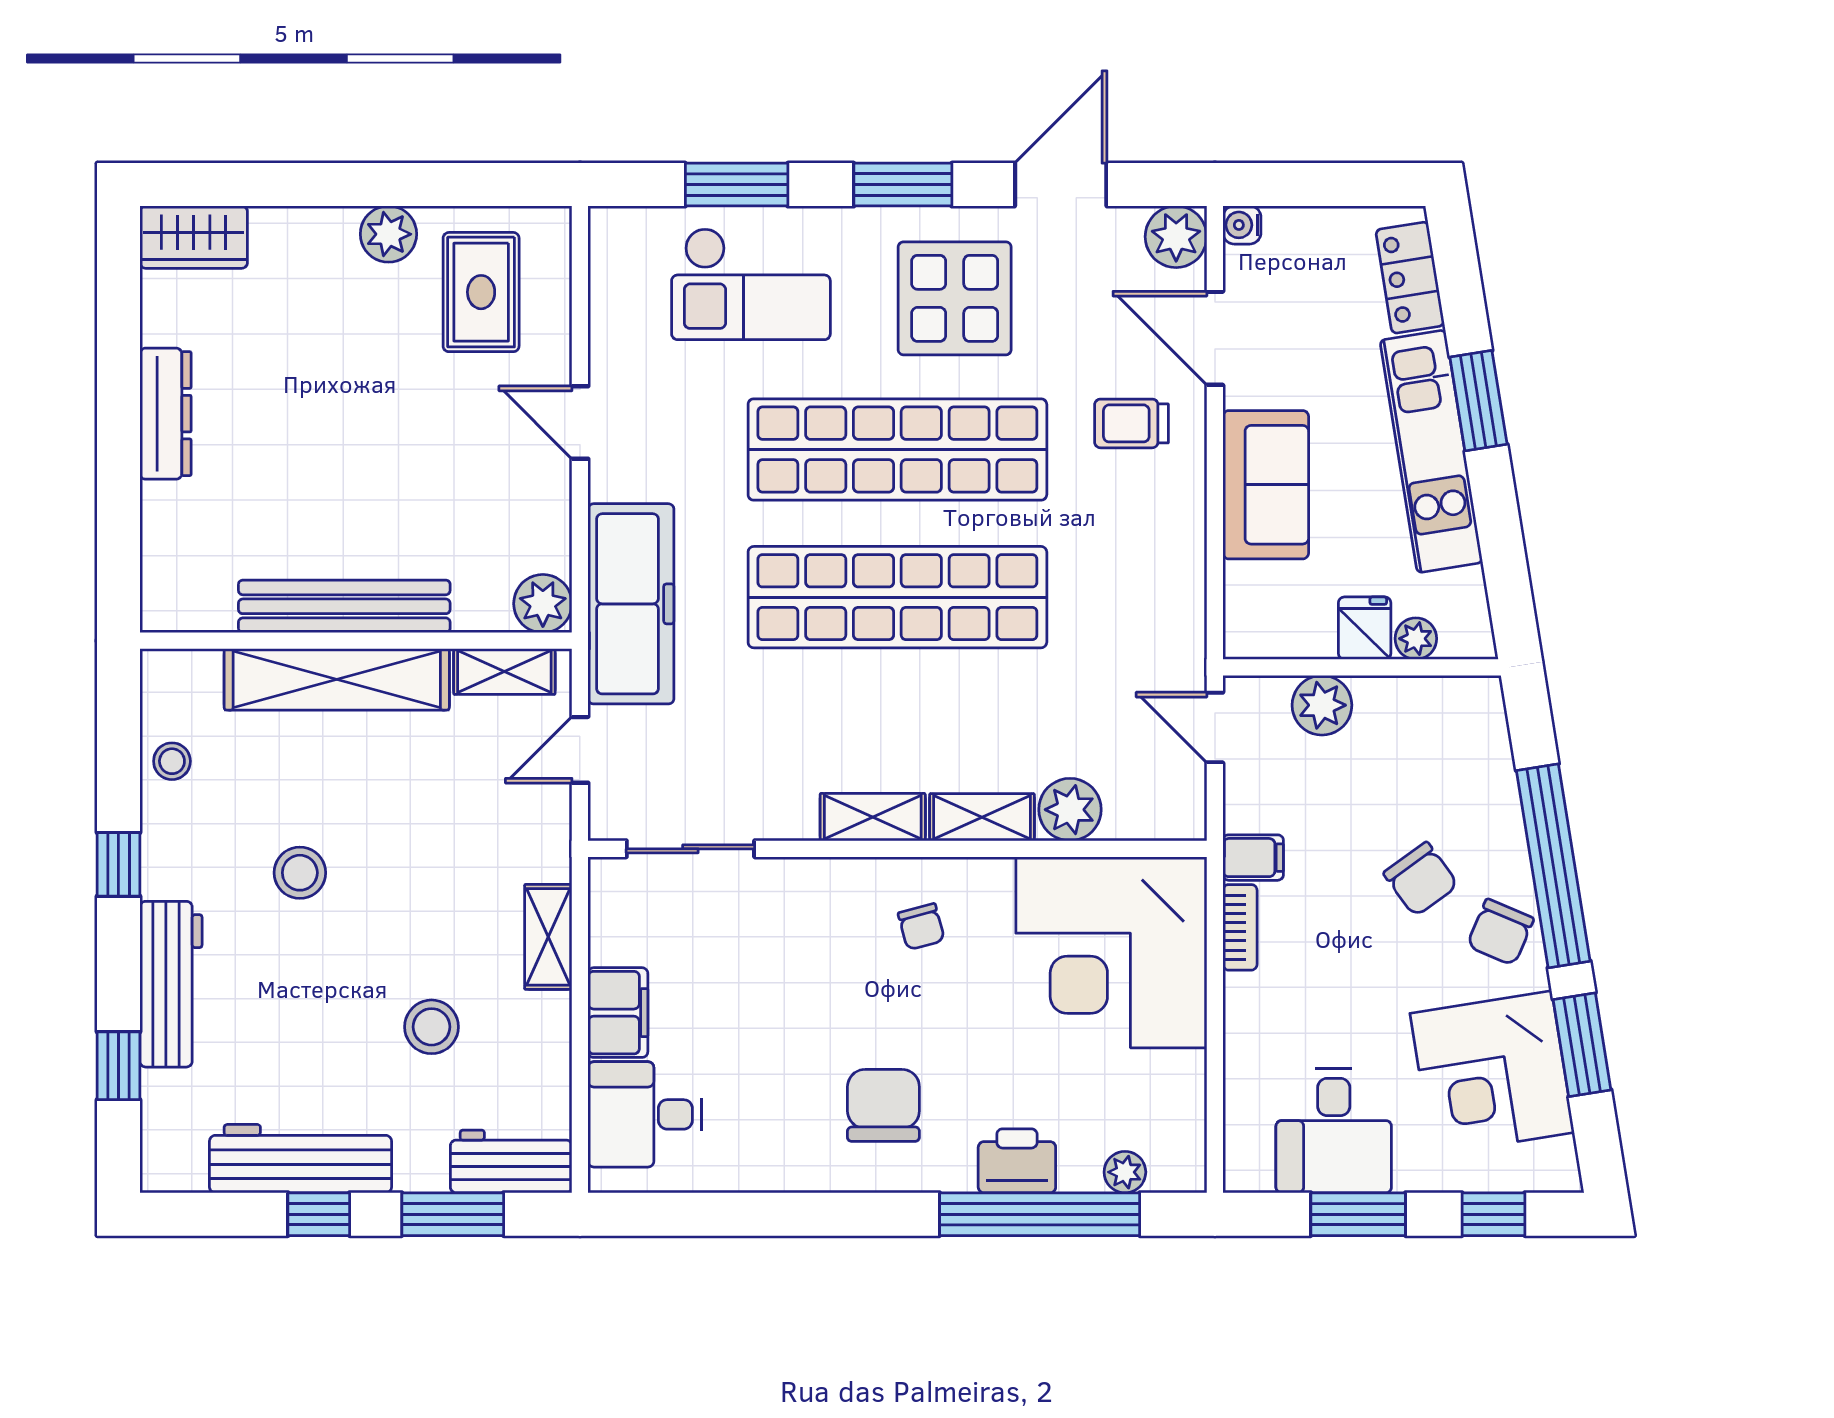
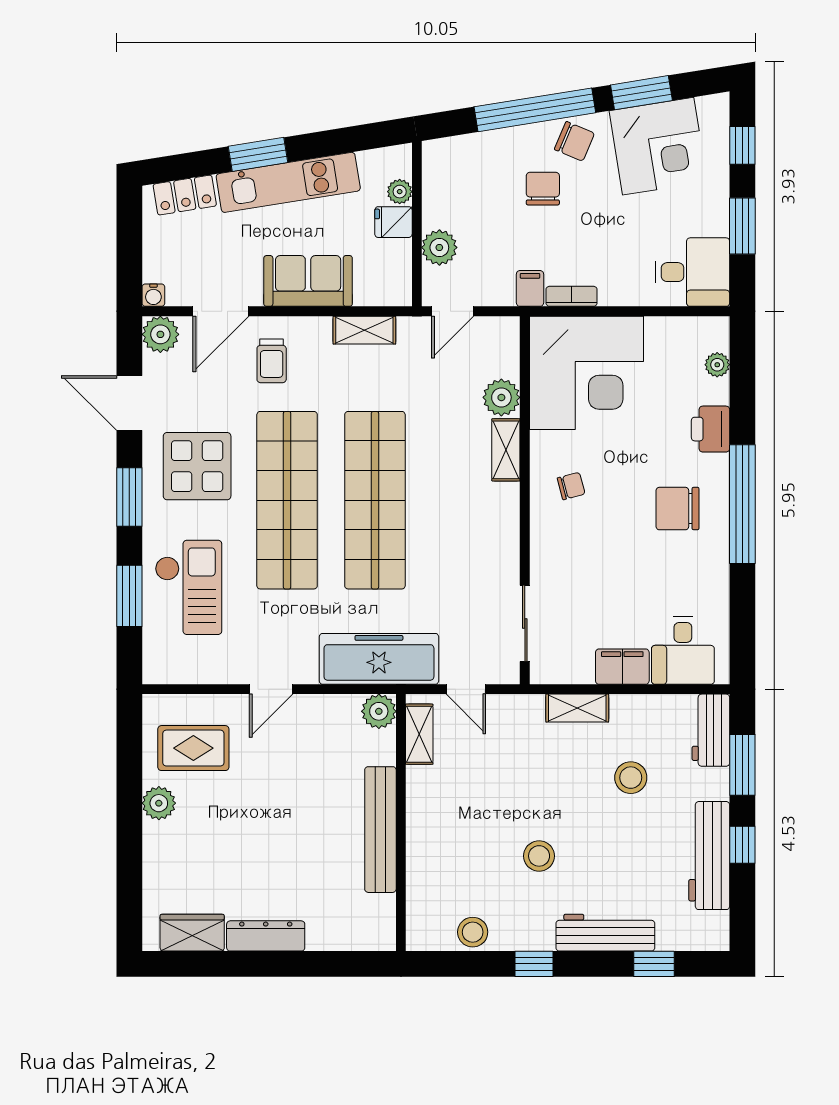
wardrobe: (194, 237) -> (192, 933), moved, turned -90
shelving: (337, 679) -> (424, 834), removed
stool: (172, 761) -> (473, 932), width x1.37, depth x1.37
shelving: (873, 817) -> (364, 330), moved, turned 90
chair: (1421, 879) -> (543, 189), turned -54
desk: (1334, 1131) -> (693, 272), moved
window: (1040, 1214) -> (742, 504), moved

